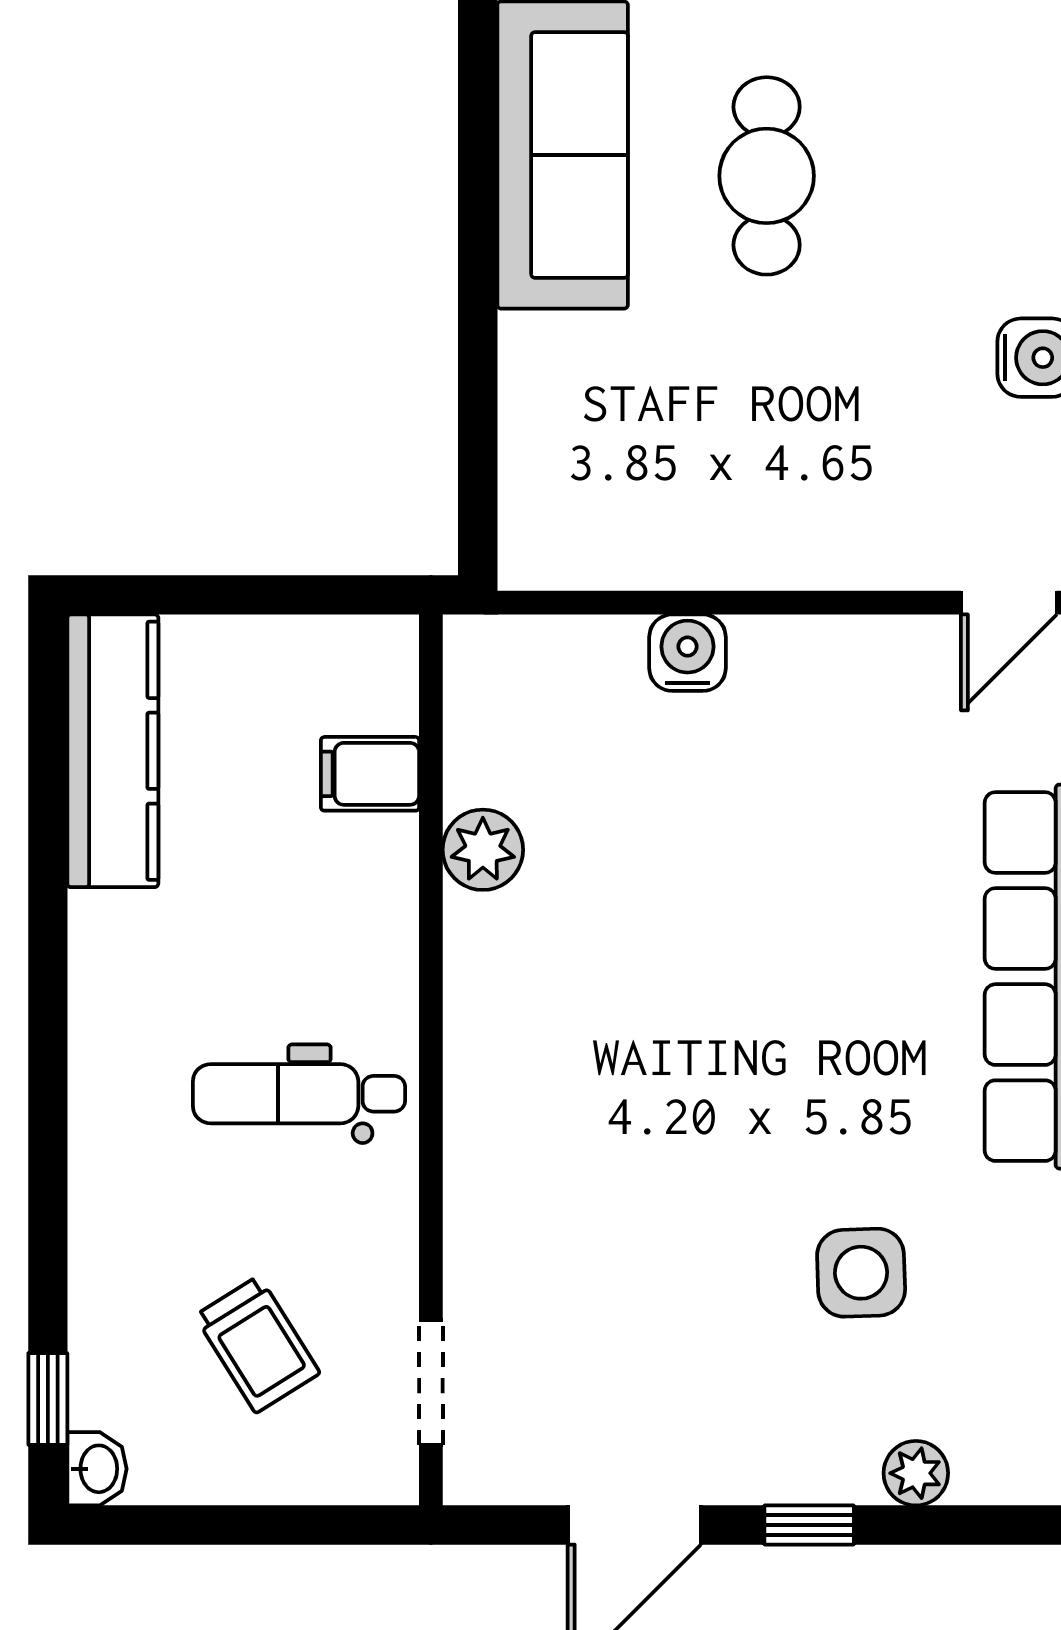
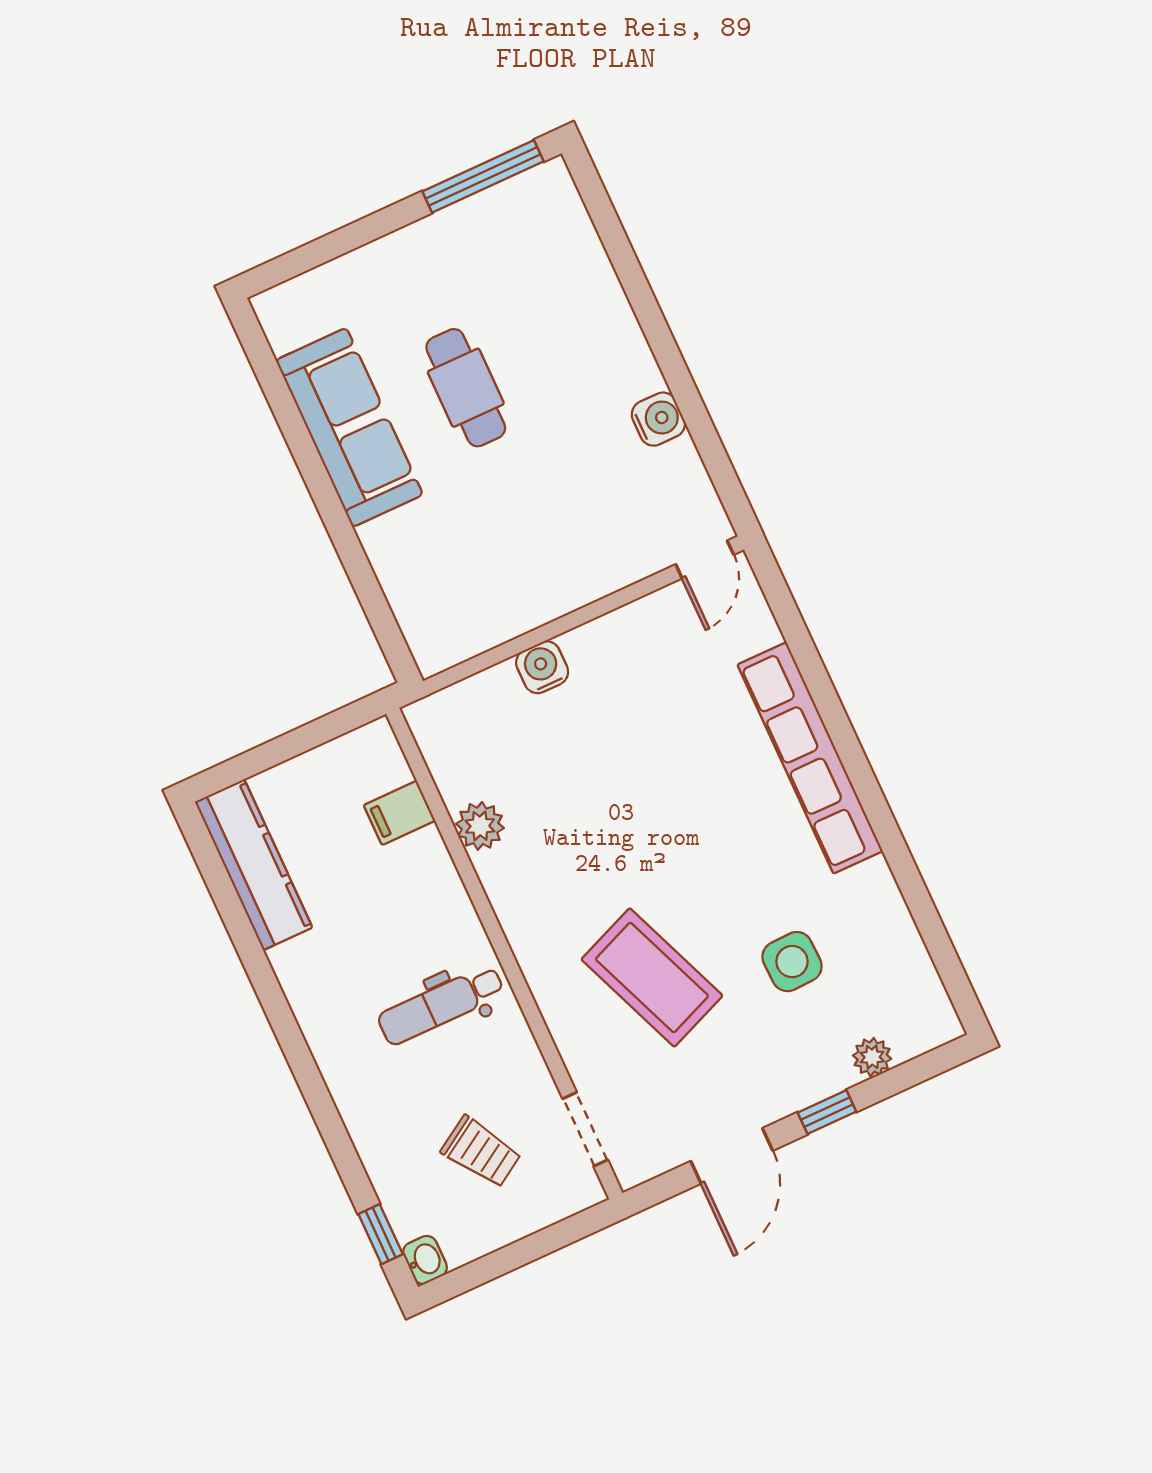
coffee table: (638, 1199) -> (652, 978), added

